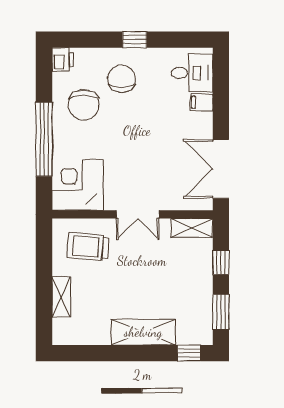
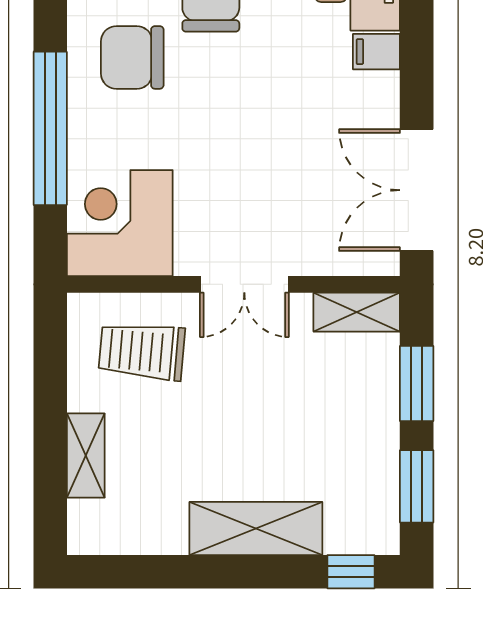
chair: (84, 105) -> (132, 57), turned 90
window: (221, 262) -> (417, 383), width x1.50

